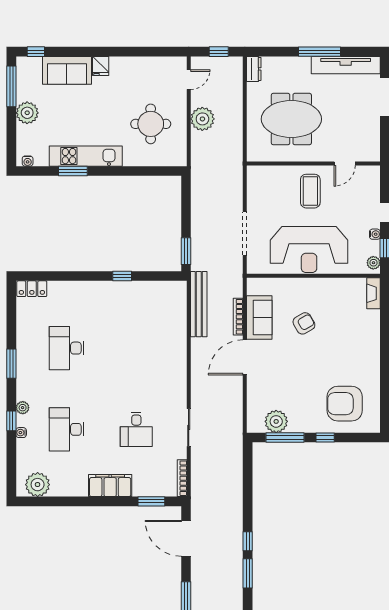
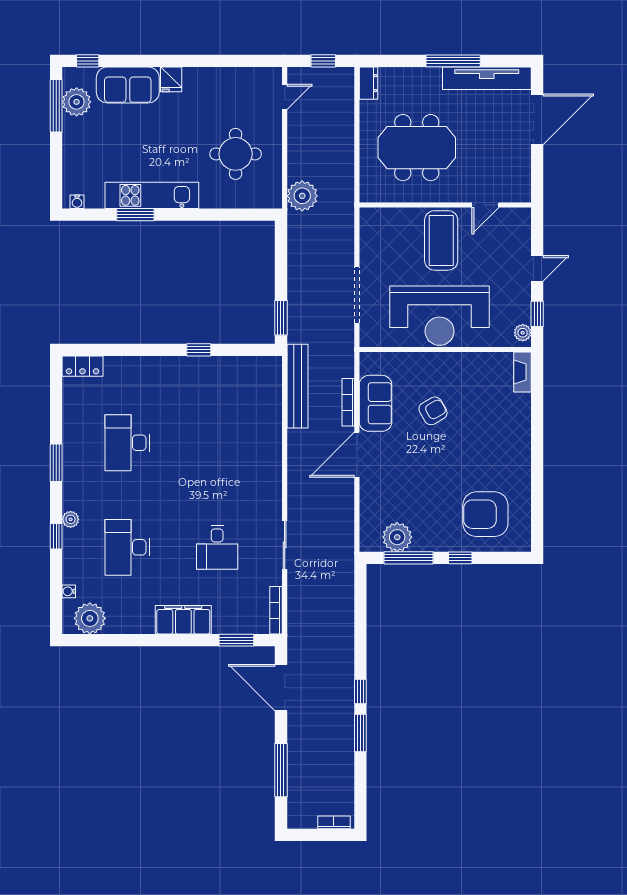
plant: (27, 113) -> (77, 102), moved
plant: (202, 119) -> (302, 196), moved
coffee table: (310, 191) -> (441, 240), width x1.36, depth x1.32
water cooler: (375, 234) -> (524, 296), removed
water cooler: (21, 433) -> (69, 591), moved

